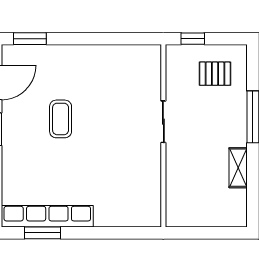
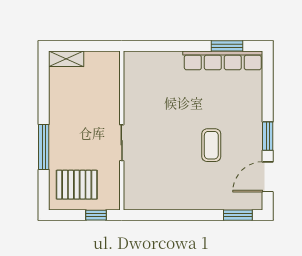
pallet: (215, 74) -> (77, 185), width x1.50, depth x1.42
shelving: (238, 168) -> (66, 59), moved, turned 90

